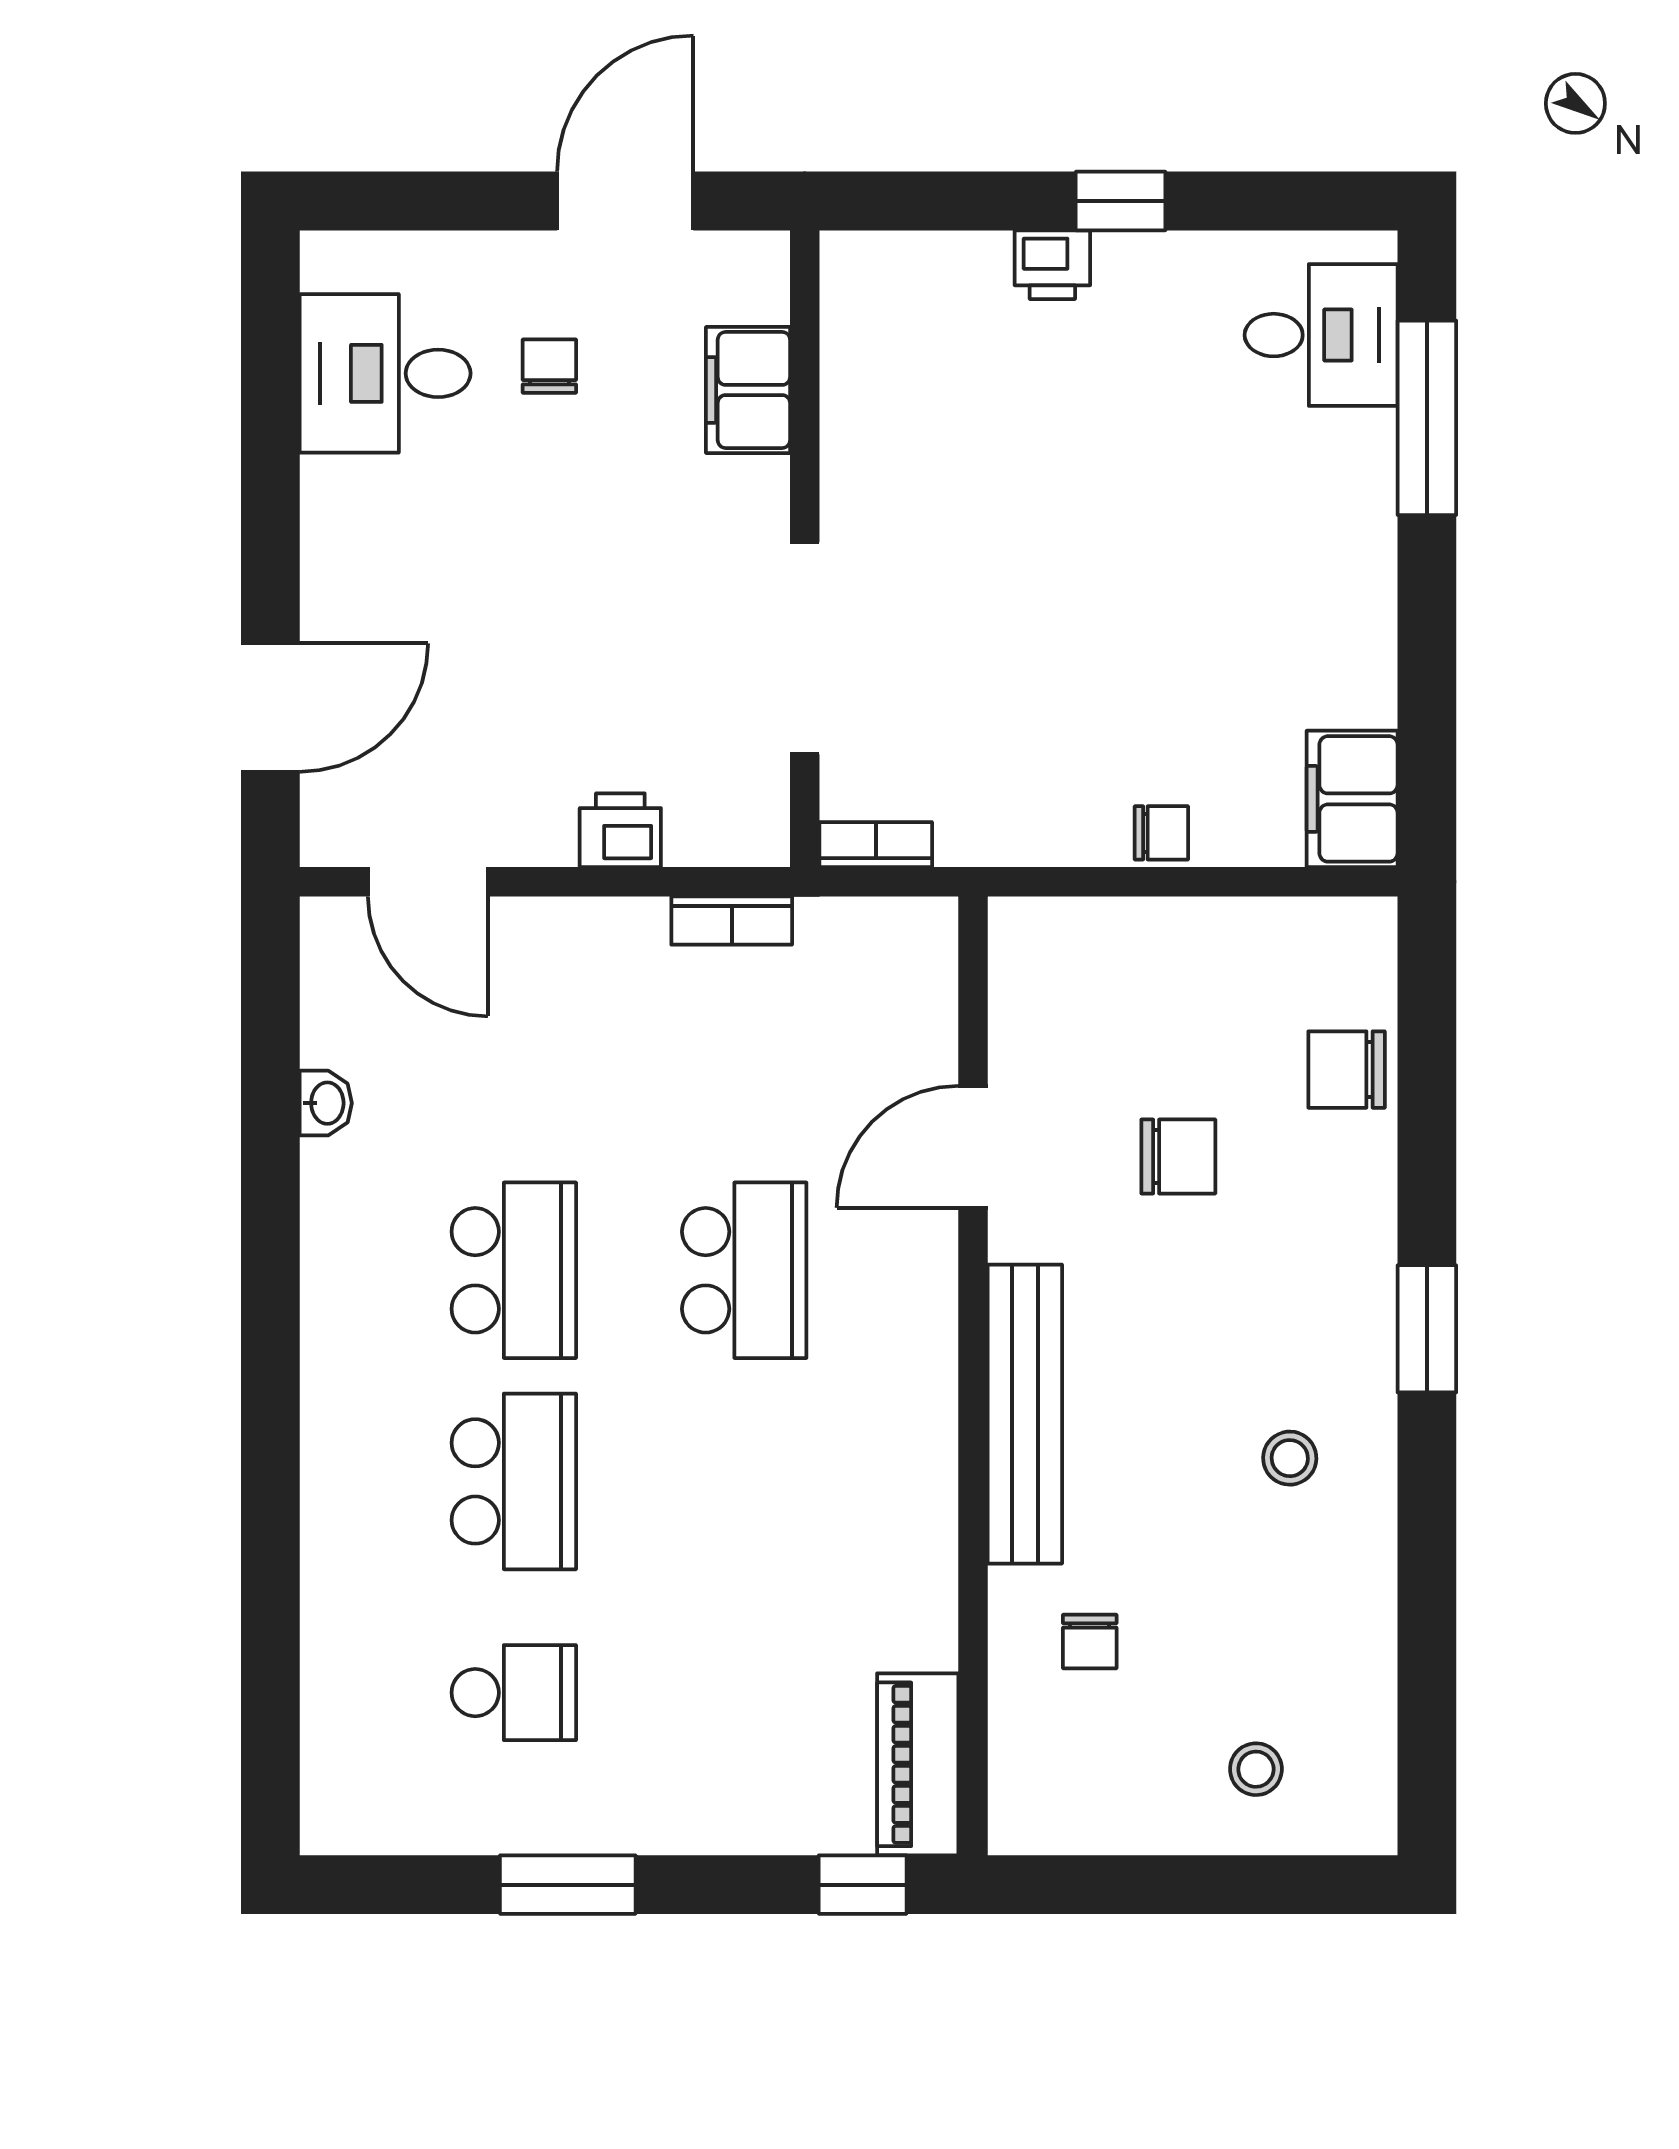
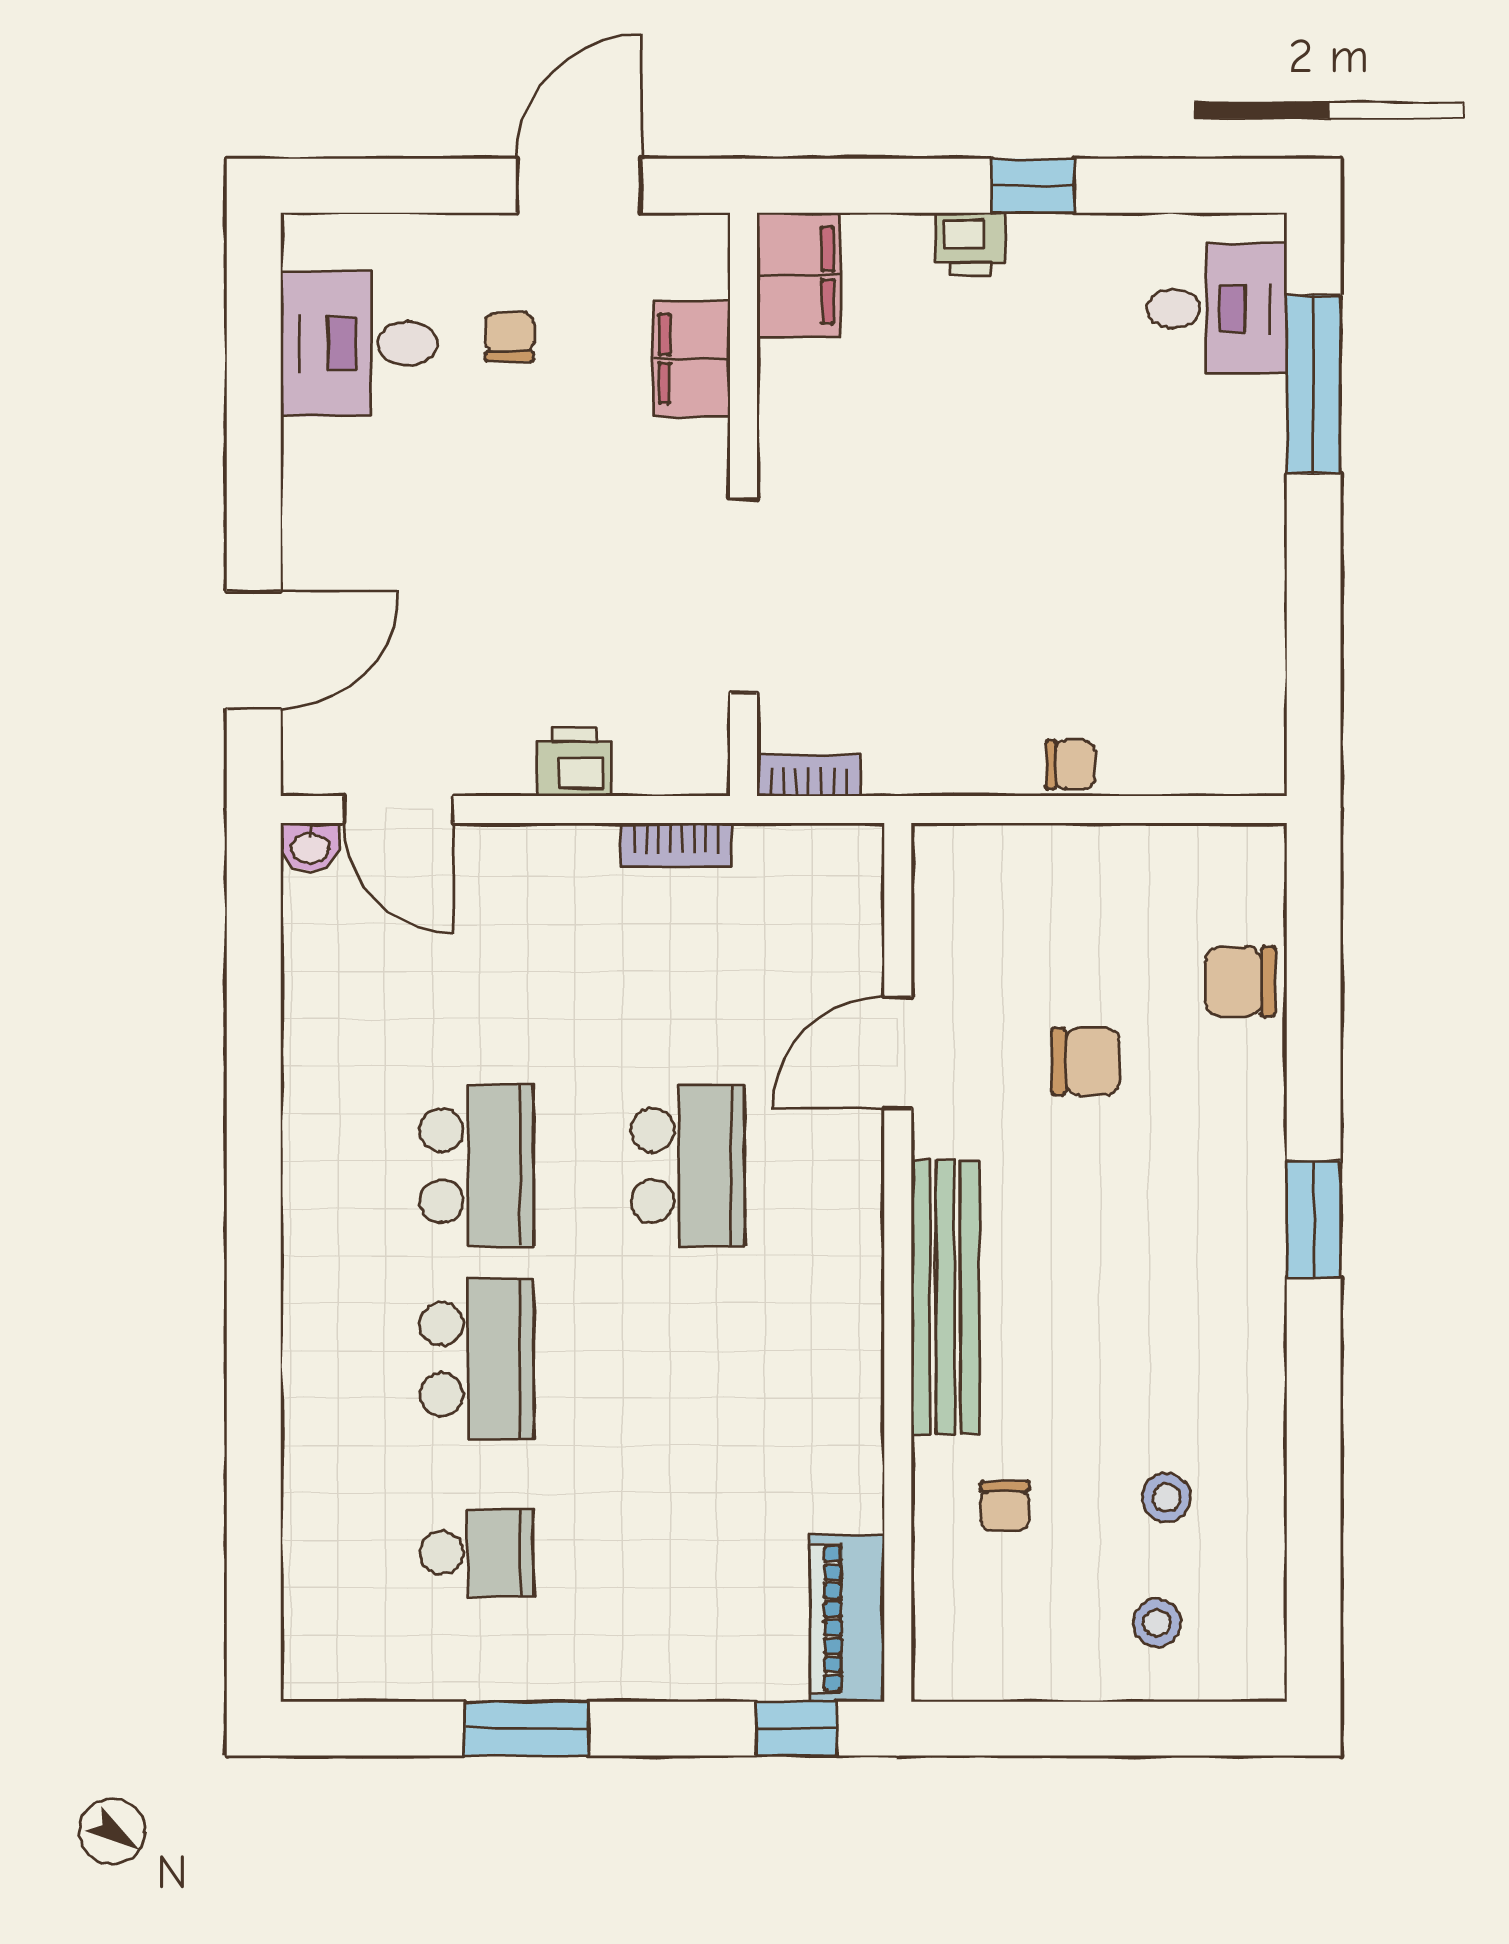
filing cabinet: (1352, 799) -> (799, 275), moved, turned 180
washbasin: (326, 1103) -> (310, 847), moved, turned 90
stool: (1290, 1458) -> (1166, 1498), moved

